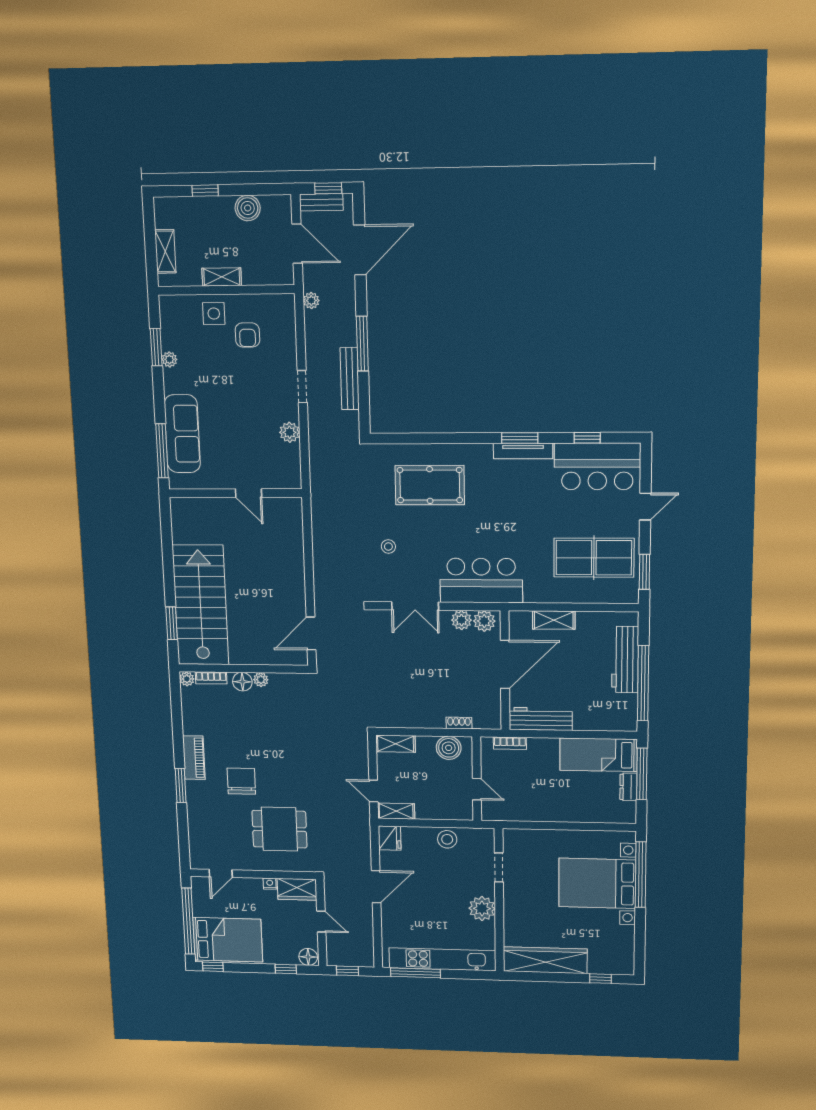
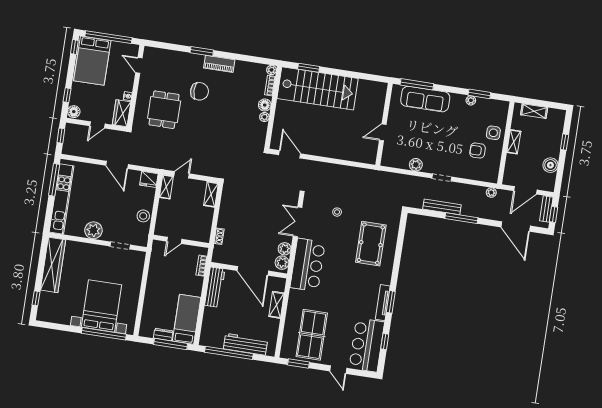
boiler: (449, 748) -> (204, 227), removed

